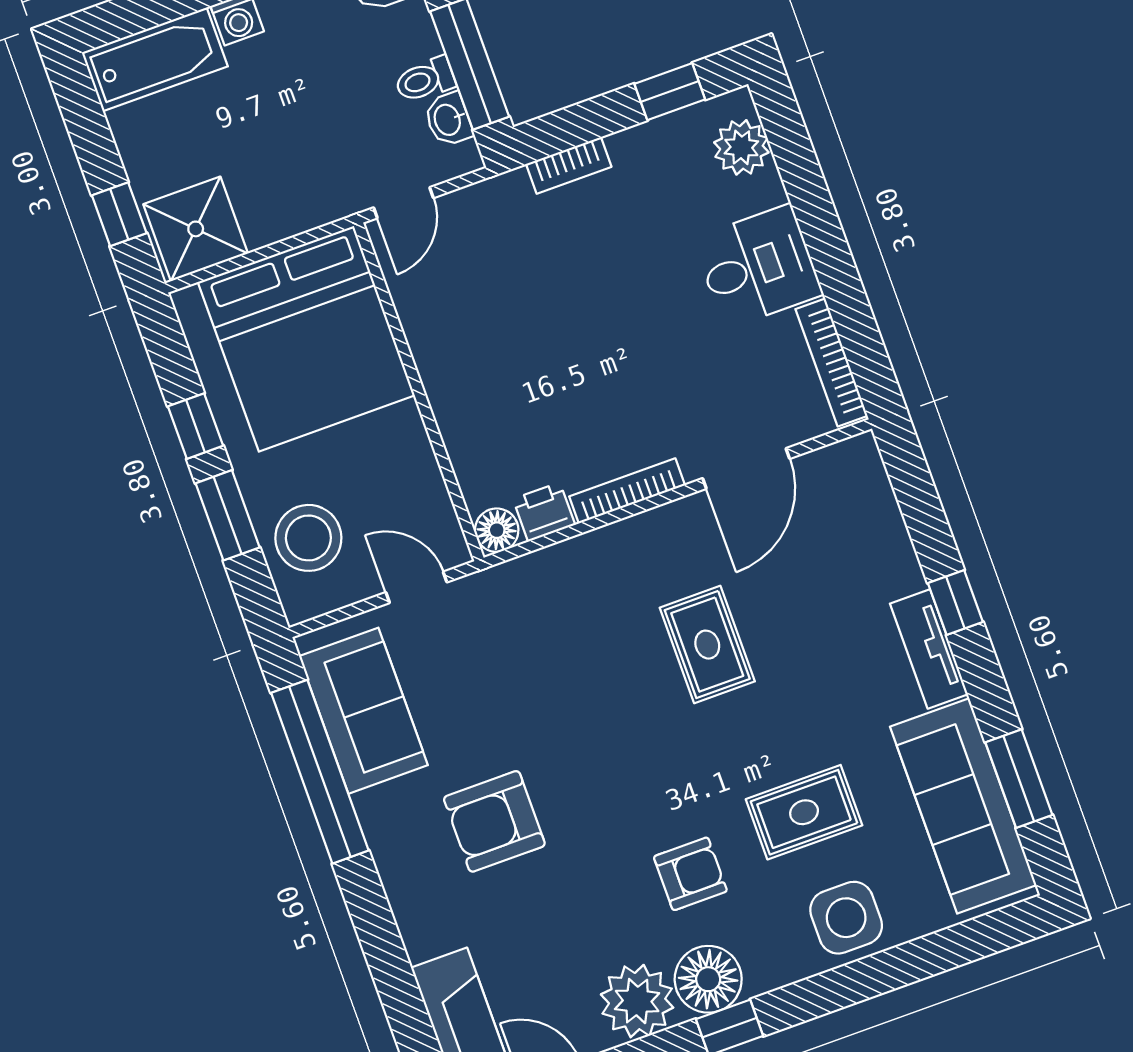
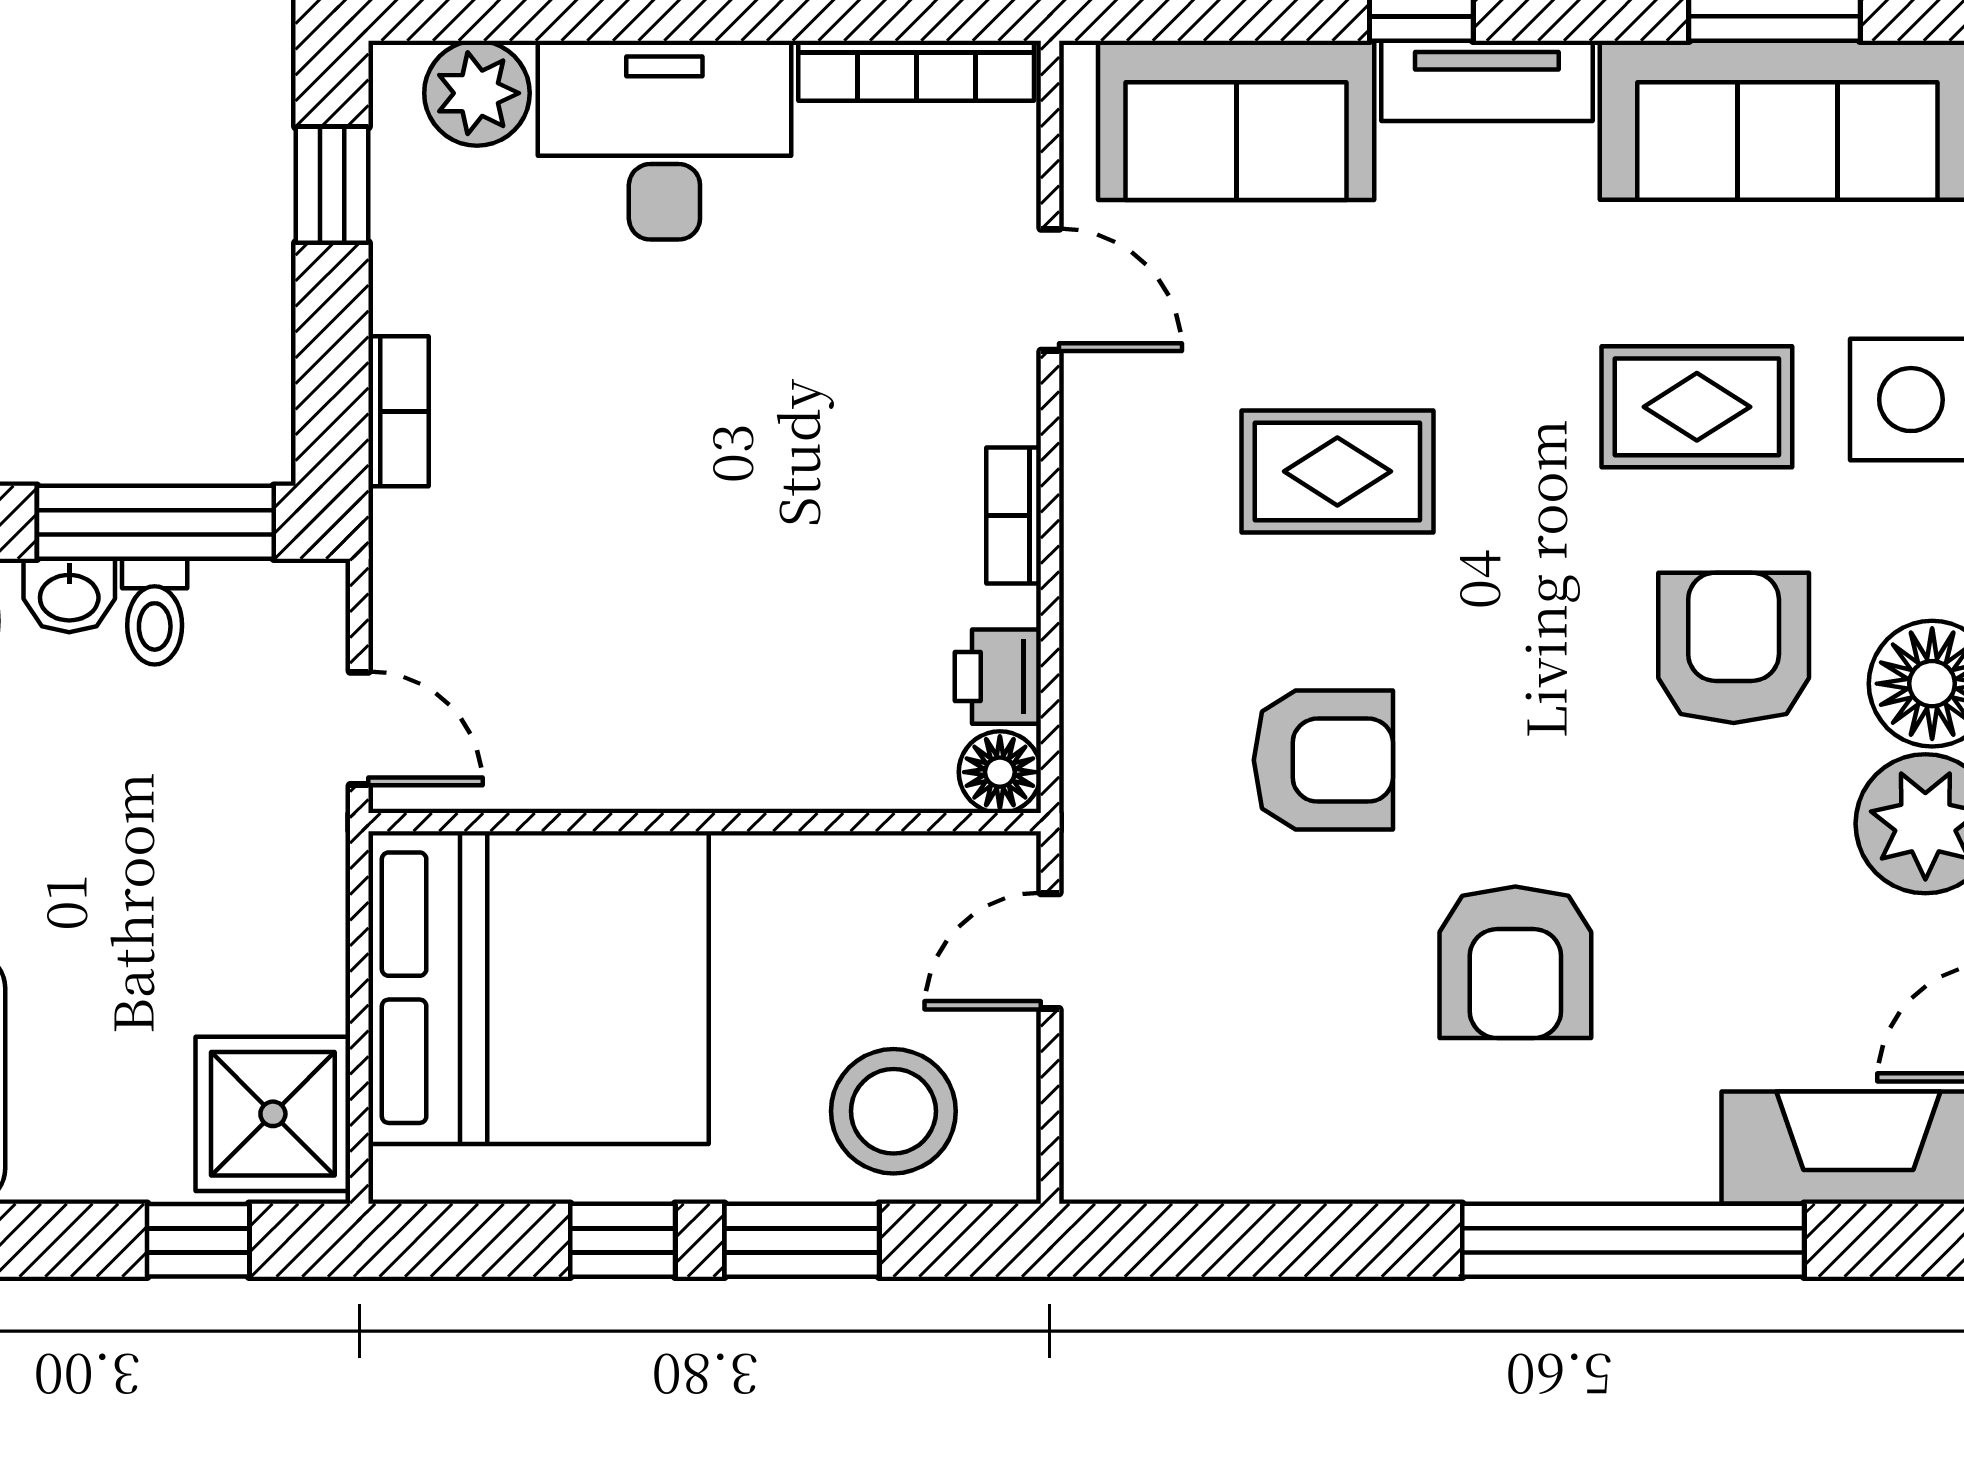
washbasin: (448, 119) -> (69, 595), moved
desk: (758, 266) -> (664, 140), width x1.37
door: (746, 469) -> (1050, 290), width x0.73
bookcase: (627, 491) -> (1014, 515), width x0.64
armchair: (561, 689) -> (1323, 760), added
sofa: (363, 711) -> (1236, 120), moved, turned 180
window: (320, 772) -> (1633, 1240), moved
rug: (804, 812) -> (1697, 407), turned 90
armchair: (690, 874) -> (1734, 648), width x1.38, depth x1.38

